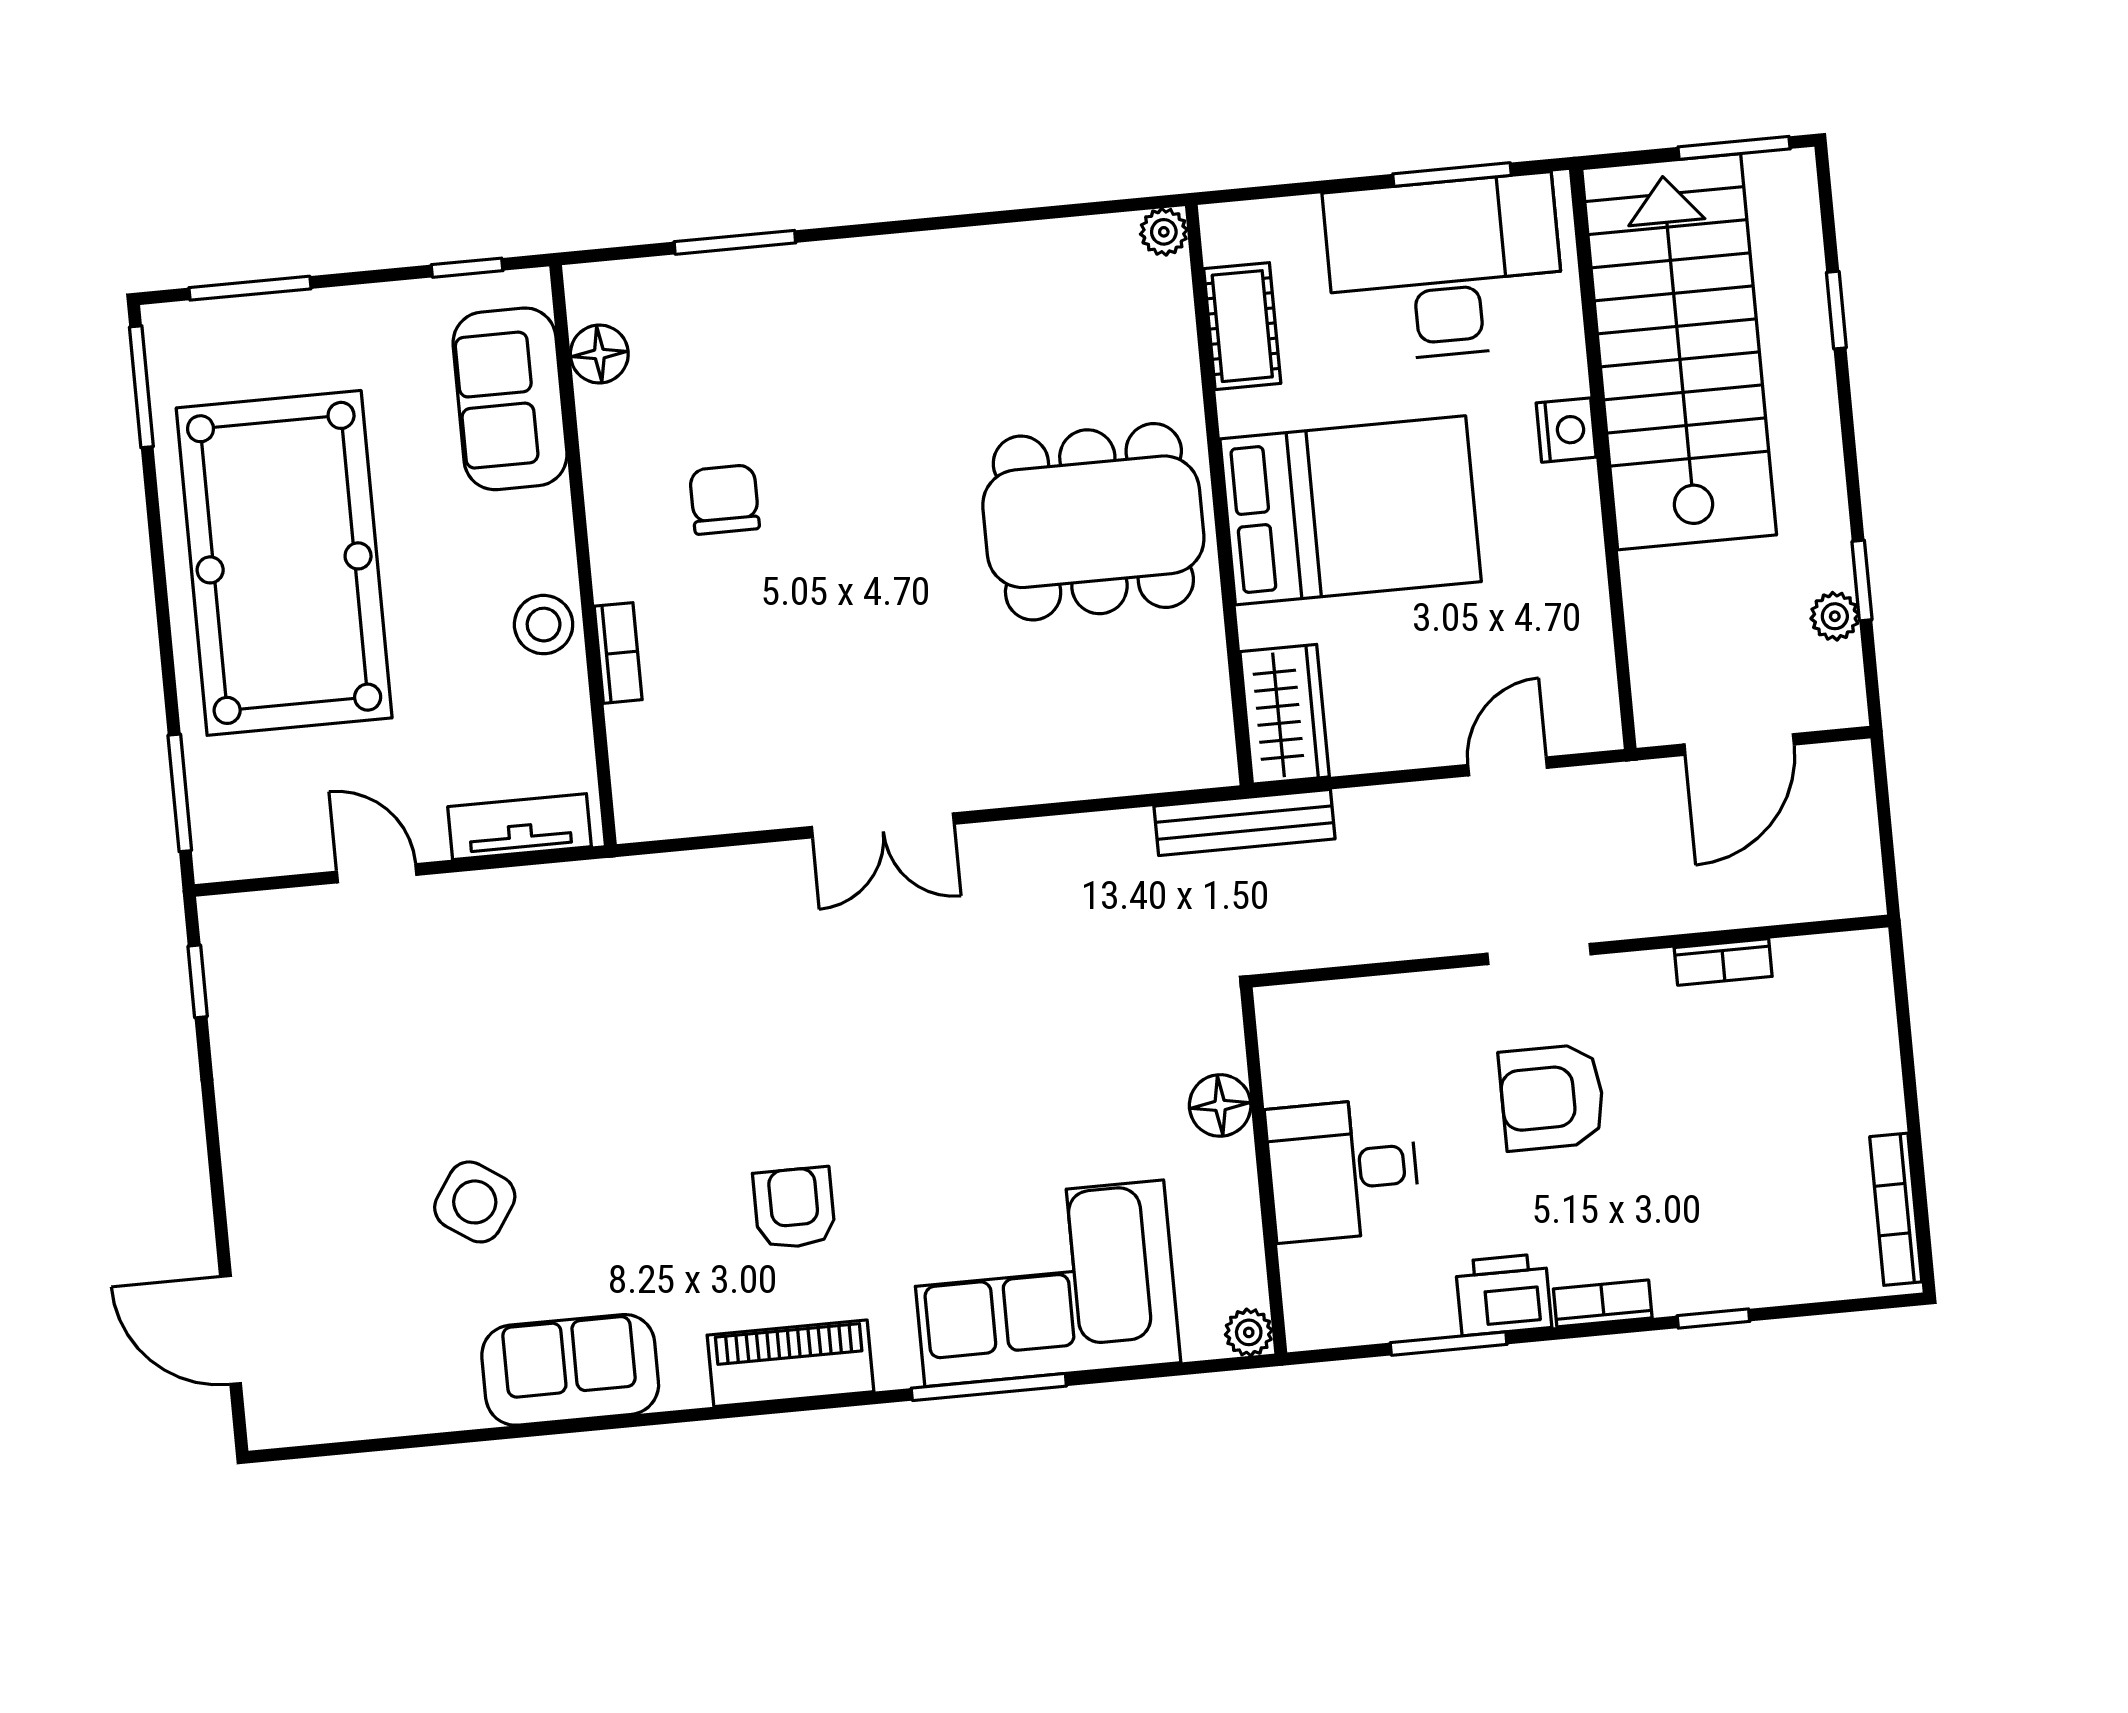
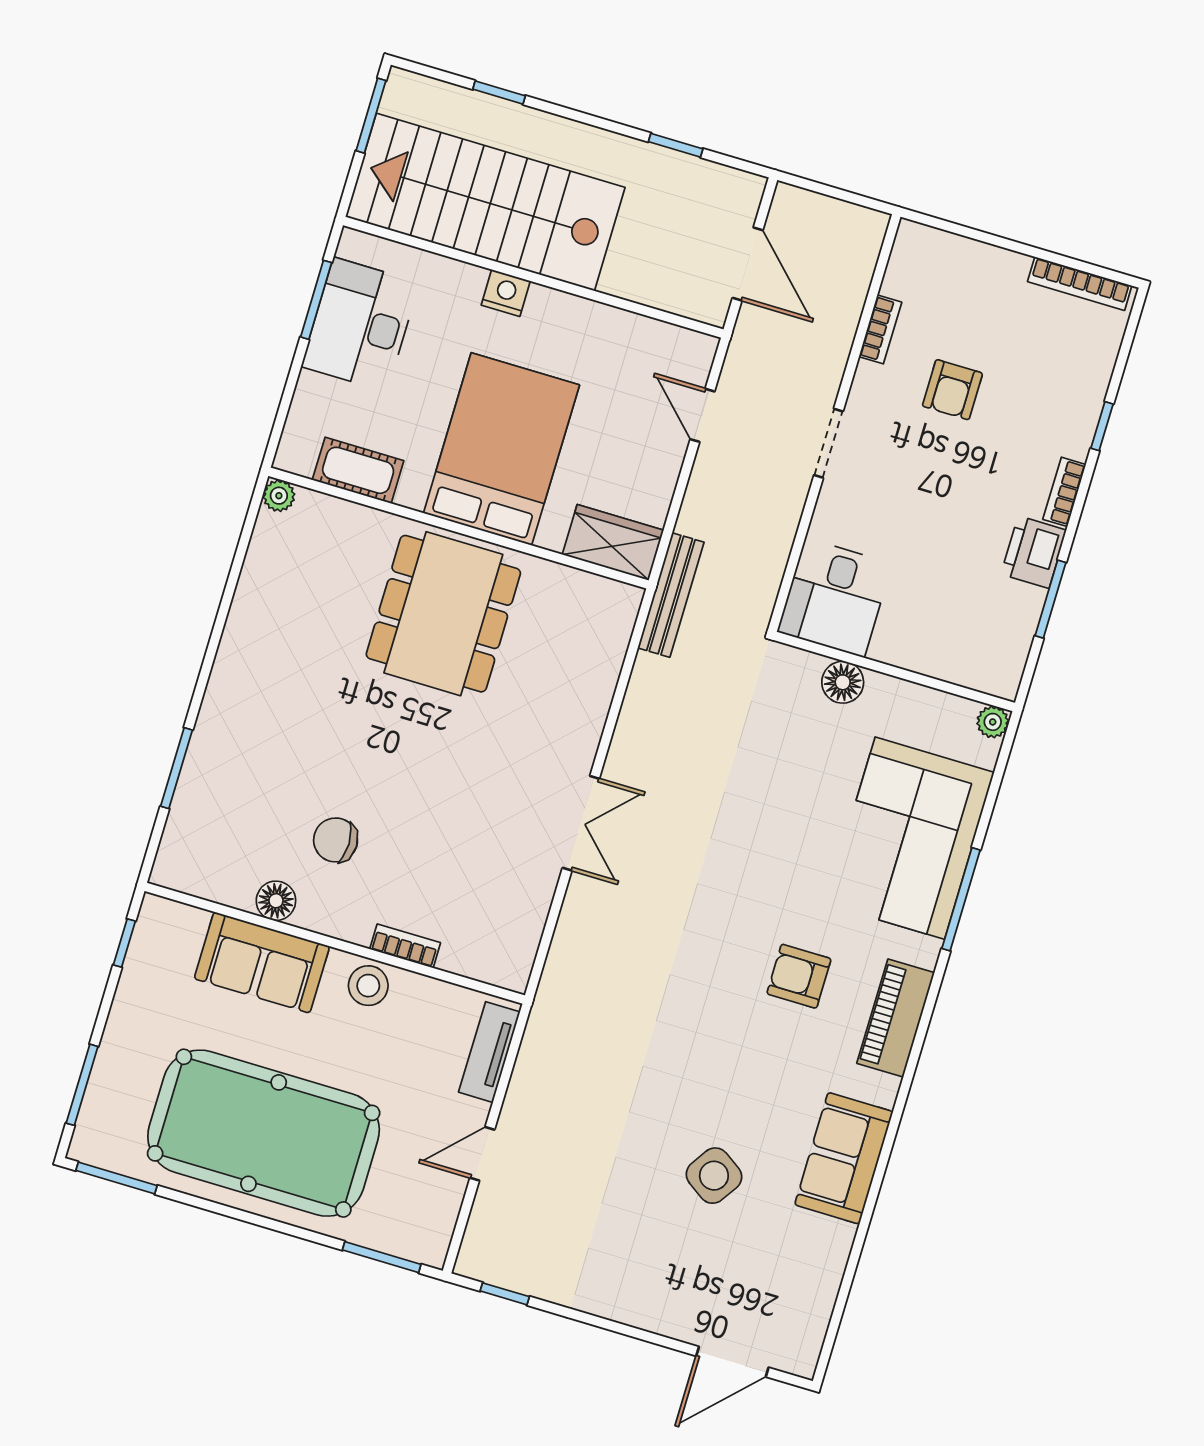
desk: (1445, 268) -> (360, 324), width x0.73, depth x0.77
floor lamp: (599, 354) -> (276, 901), moved
sofa: (510, 399) -> (262, 963), moved
plant: (1835, 616) -> (691, 171), removed
armchair: (1552, 1097) -> (952, 390), moved, width x0.72, depth x0.72
desk: (1343, 1170) -> (835, 598), moved

